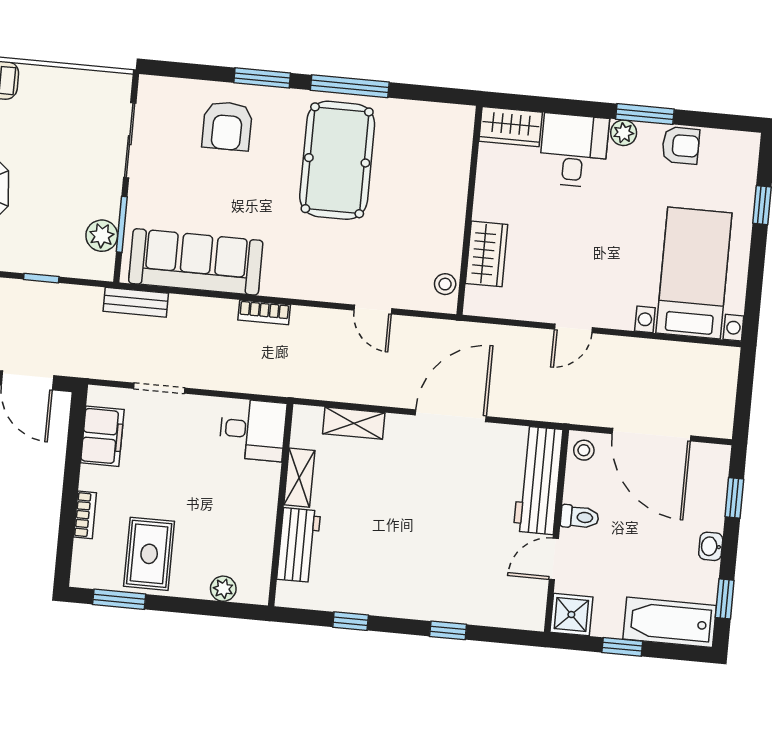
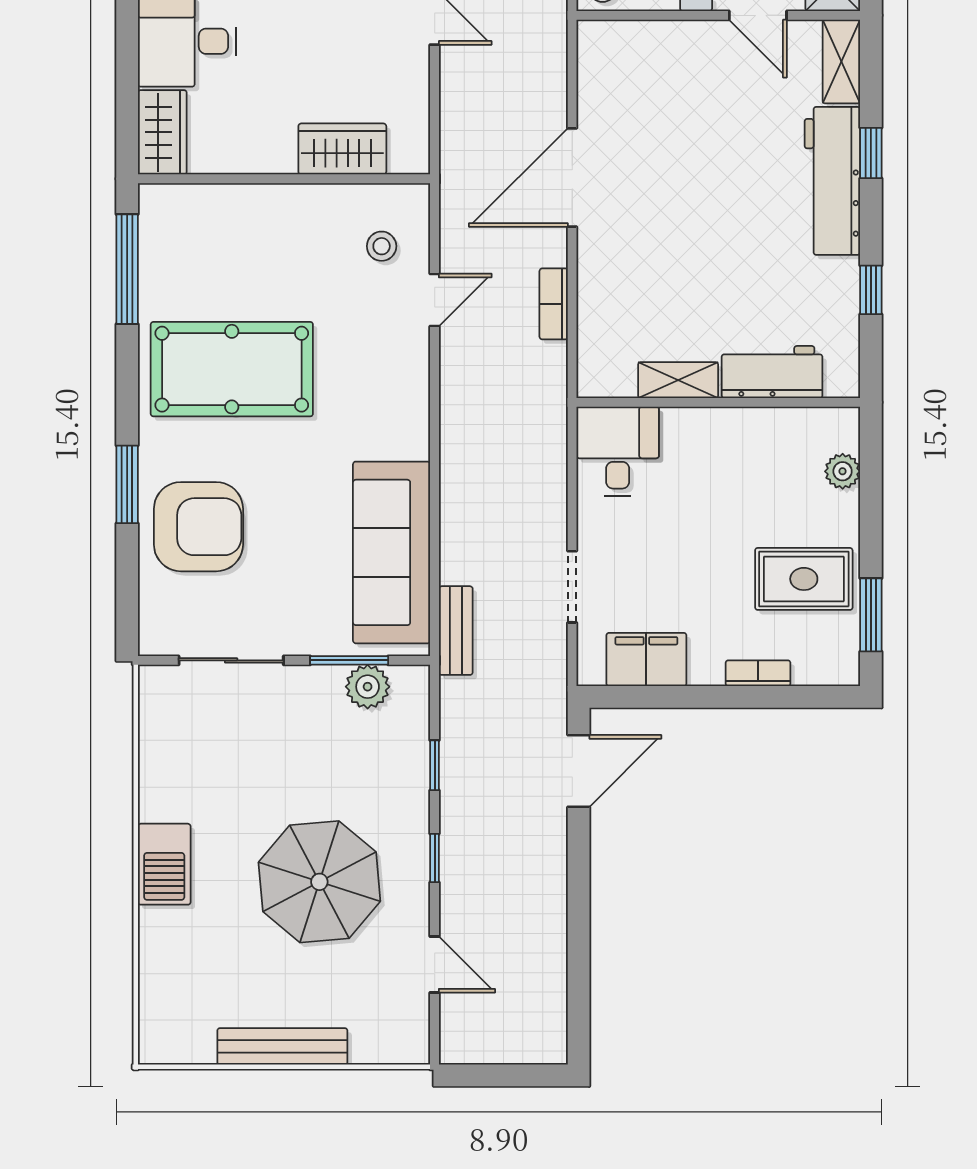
window: (350, 86) -> (127, 269), moved
armchair: (227, 126) -> (198, 527), width x1.36, depth x1.36
stool: (445, 284) -> (382, 246), moved
bookcase: (264, 312) -> (554, 304), moved, turned 180
door: (451, 416) -> (572, 178), hinge flipped
shelving: (354, 423) -> (841, 62), moved
workbench: (538, 480) -> (832, 181), moved, turned 90

